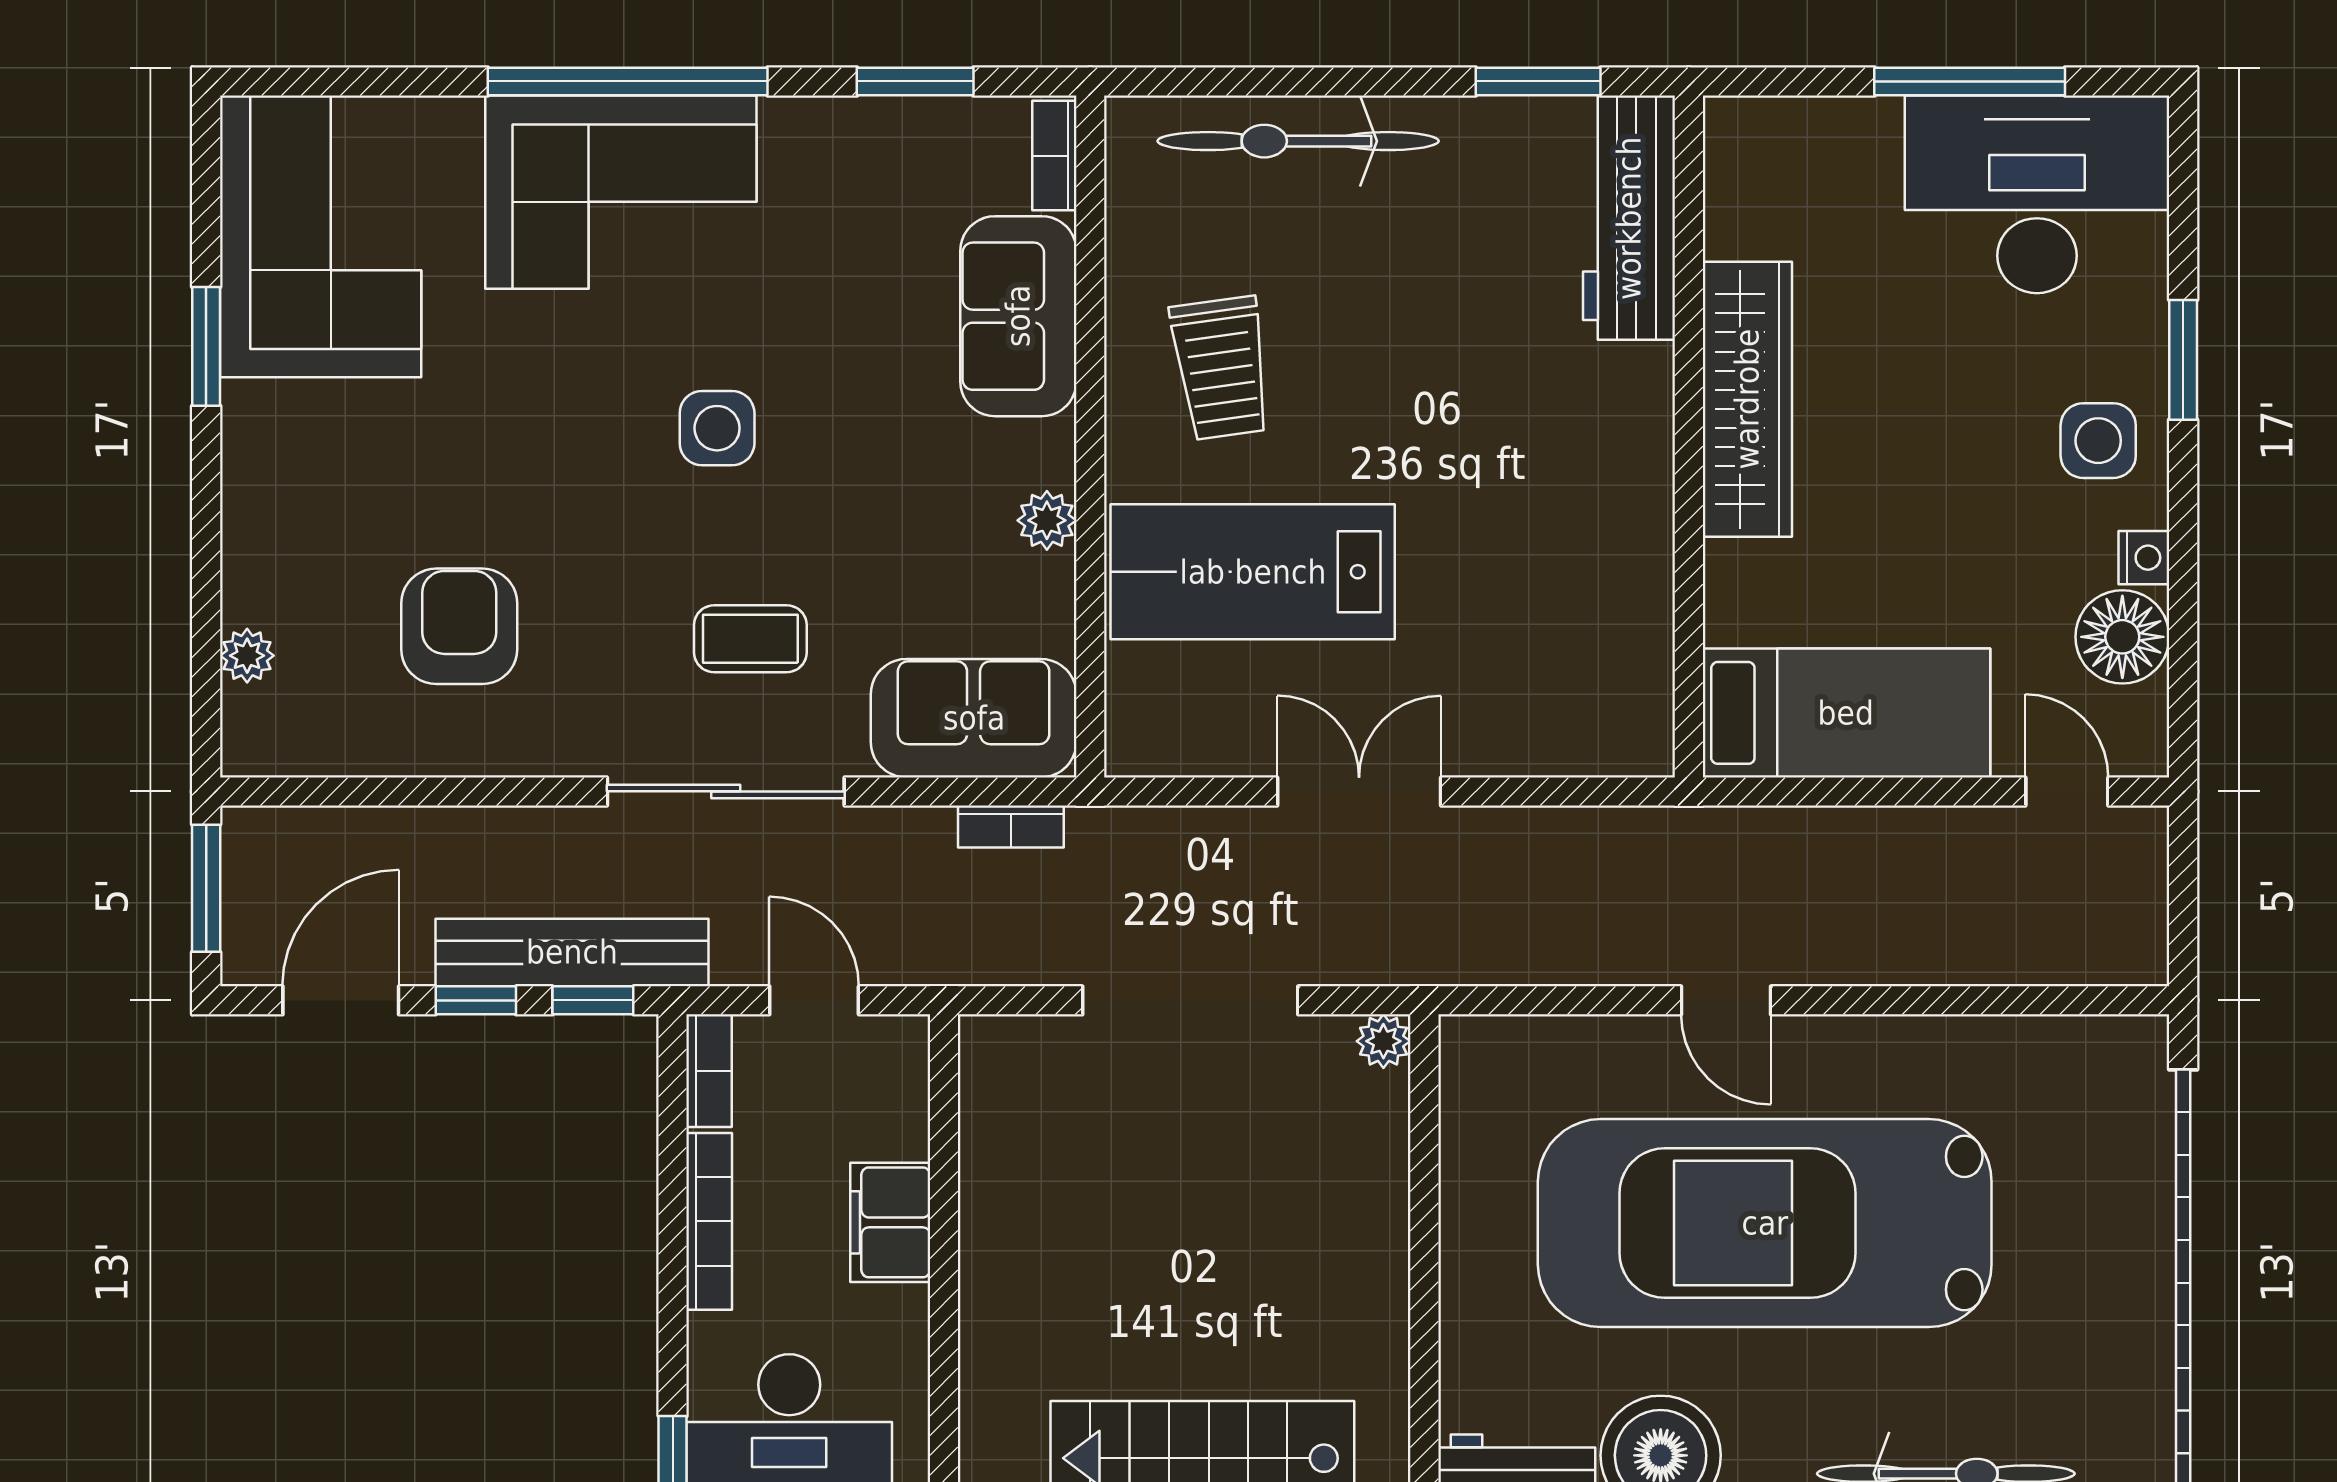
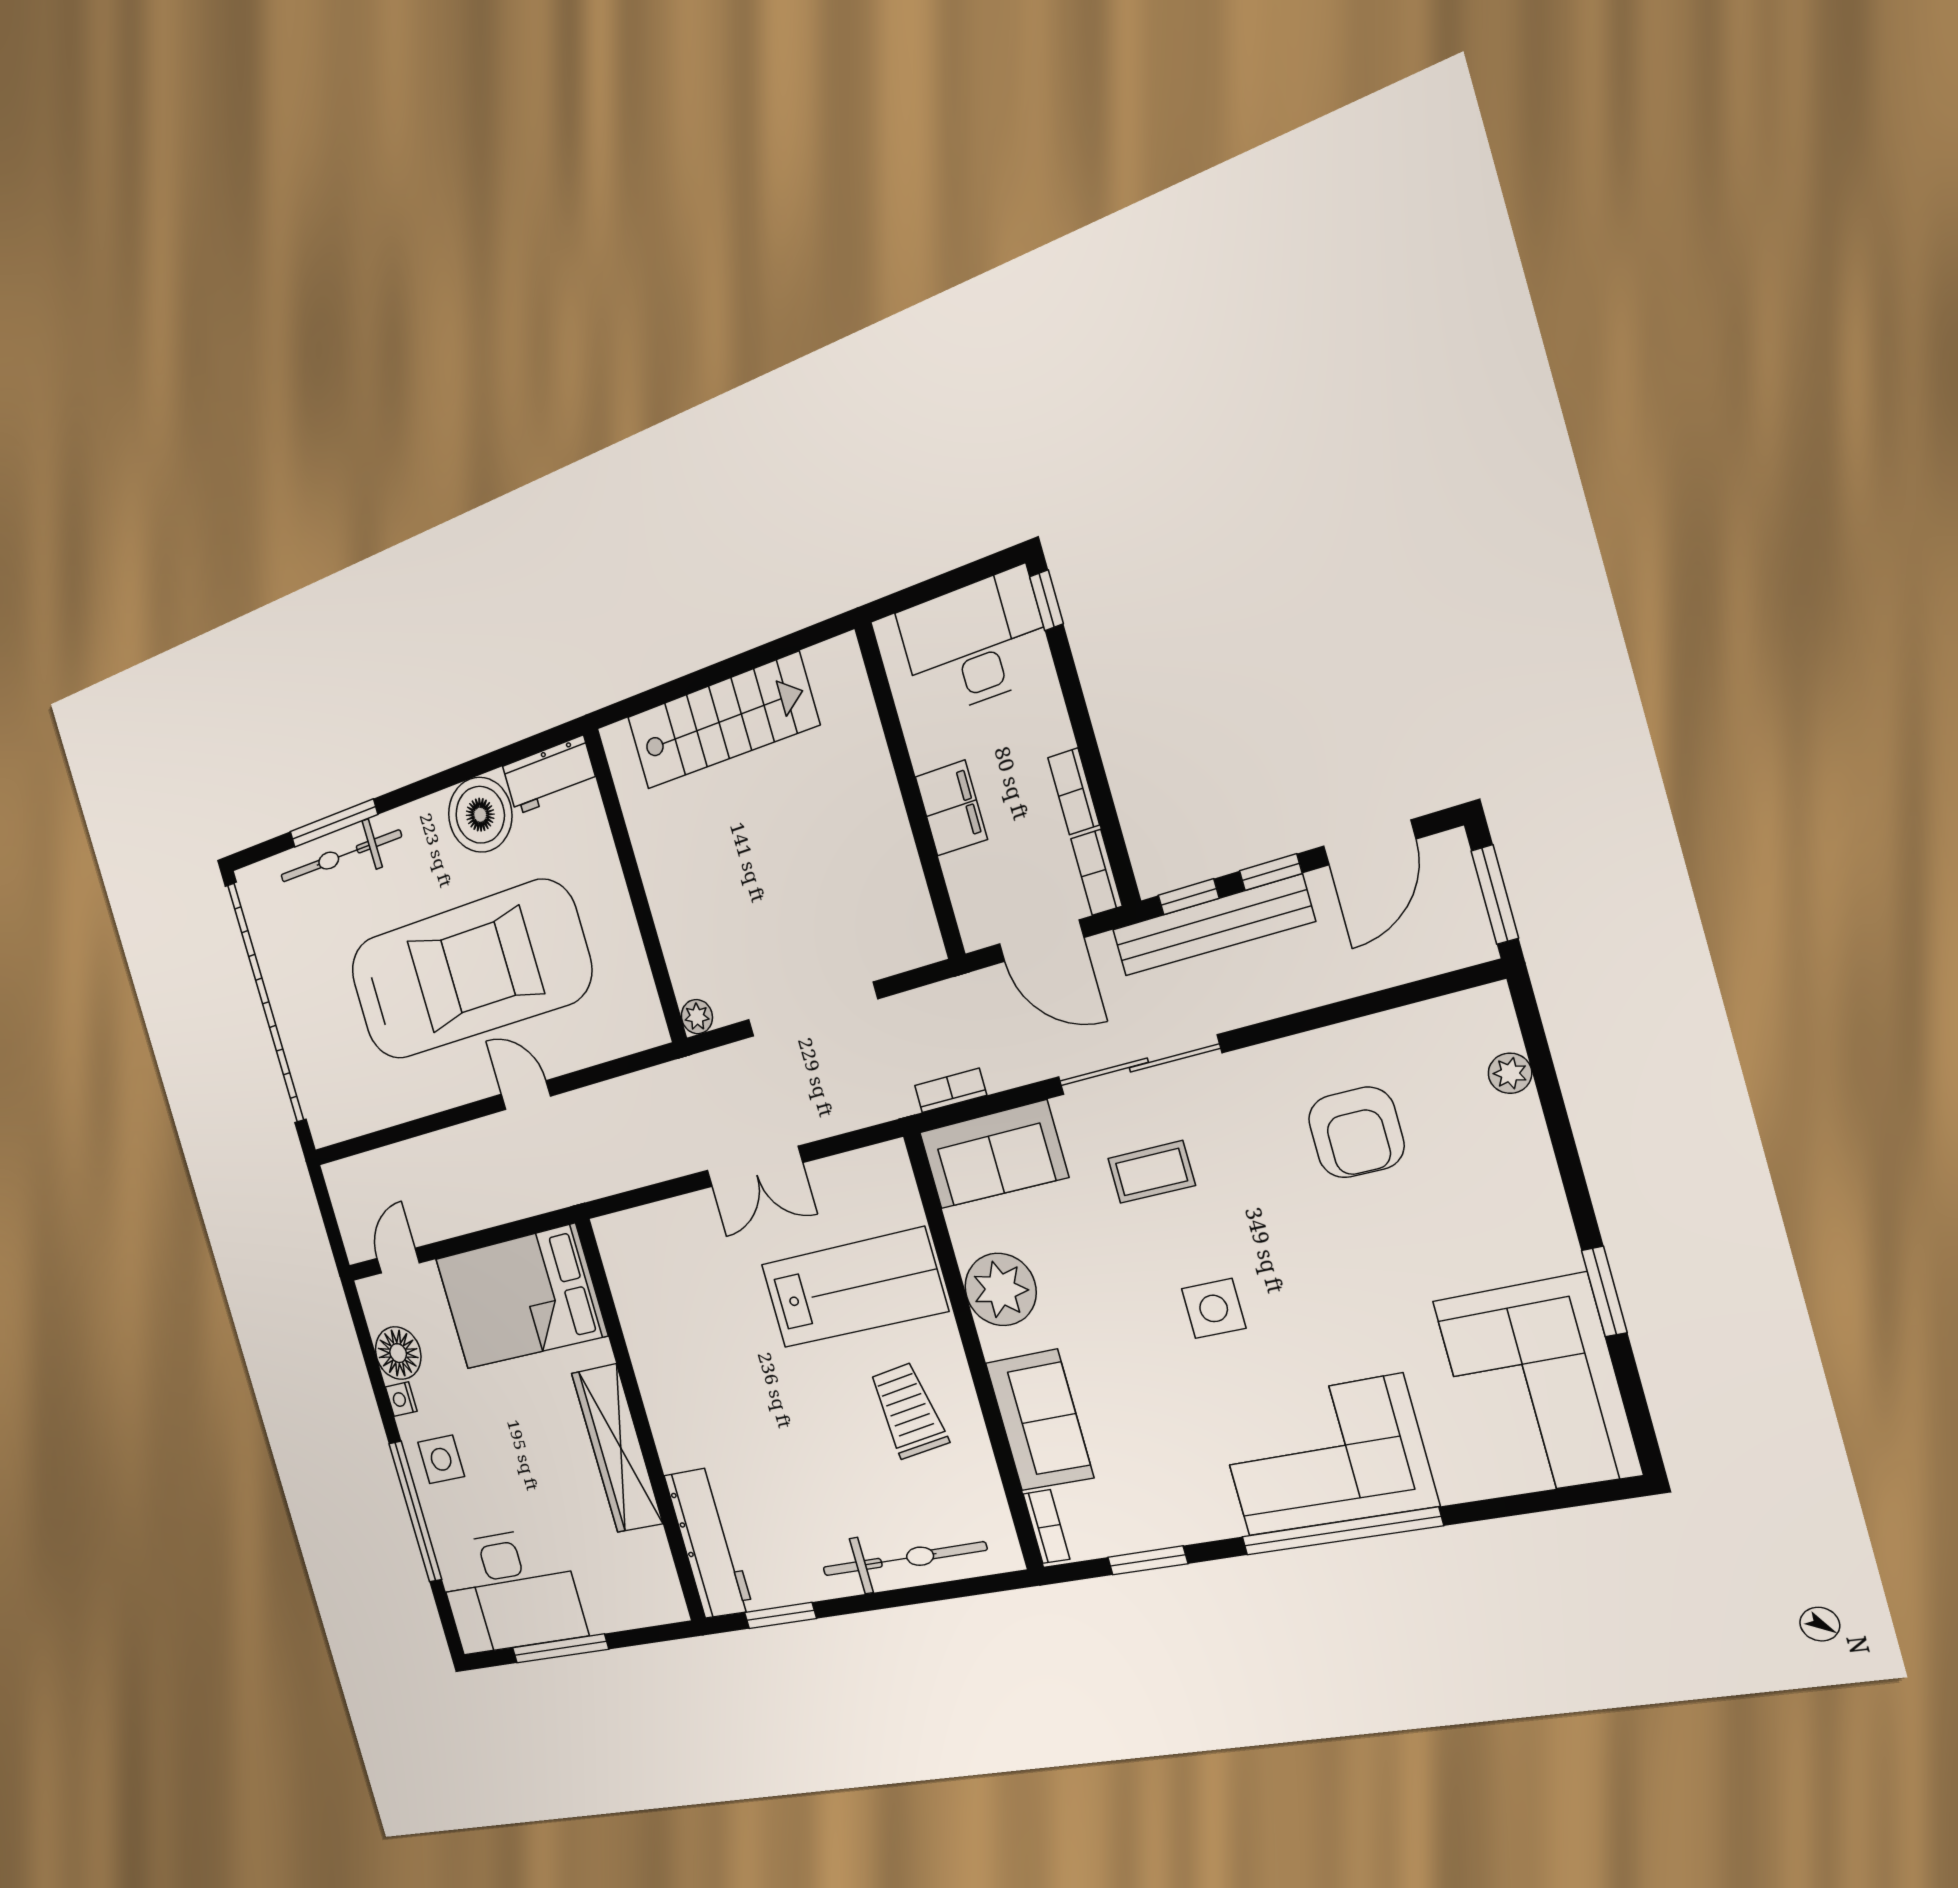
window: (2183, 360) -> (415, 1512), width x2.11
plant: (1047, 520) -> (1001, 1289), width x1.87, depth x1.87
bed: (1846, 713) -> (521, 1297), width x1.50
door: (2067, 791) -> (398, 1261), swing flipped
door: (814, 1000) -> (1041, 941), width x1.38
bookcase: (709, 1221) -> (1074, 791), width x0.64

